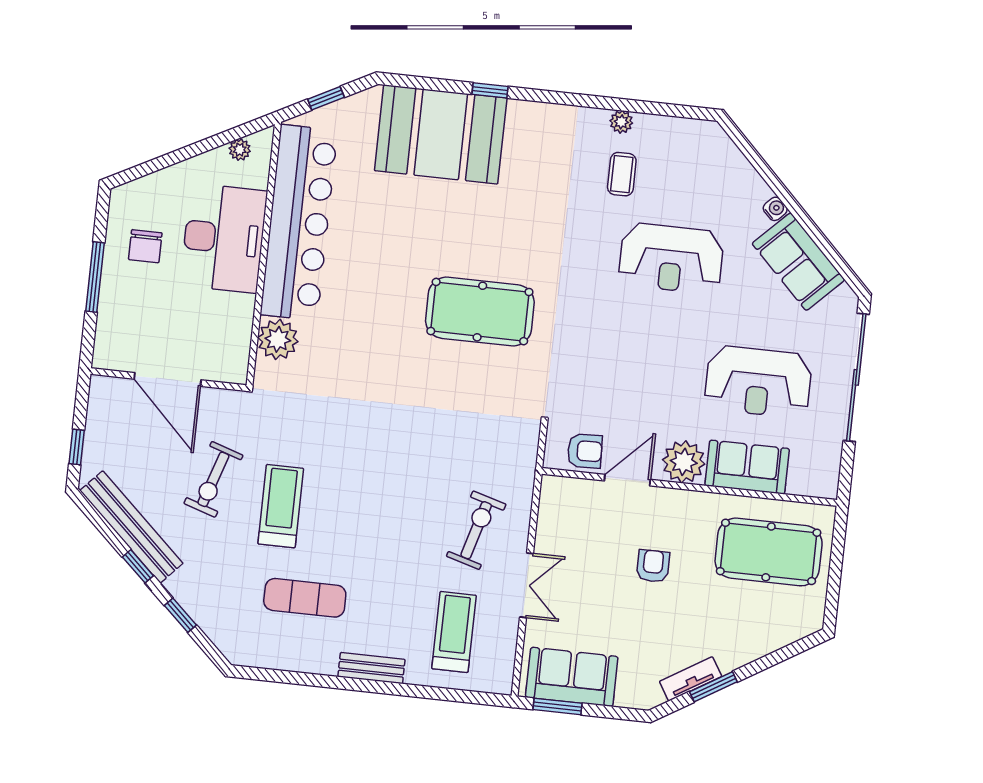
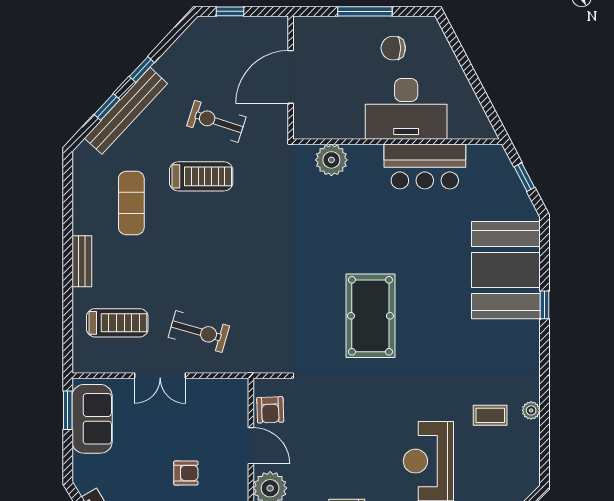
plant: (240, 150) -> (477, 114), removed
bar counter: (299, 222) -> (425, 166), width x0.54
bench: (131, 527) -> (126, 111), moved

